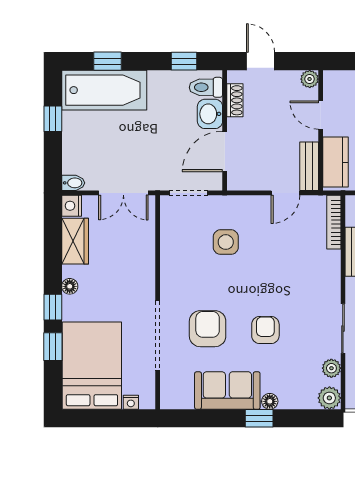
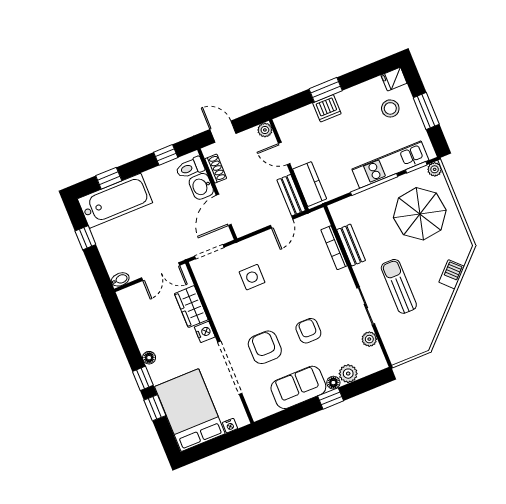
nightstand: (72, 206) -> (205, 332), moved, turned 180
bookcase: (334, 222) -> (334, 248), moved
wardrobe: (75, 241) -> (191, 307), moved, turned 180
plant: (329, 398) -> (348, 374), moved

